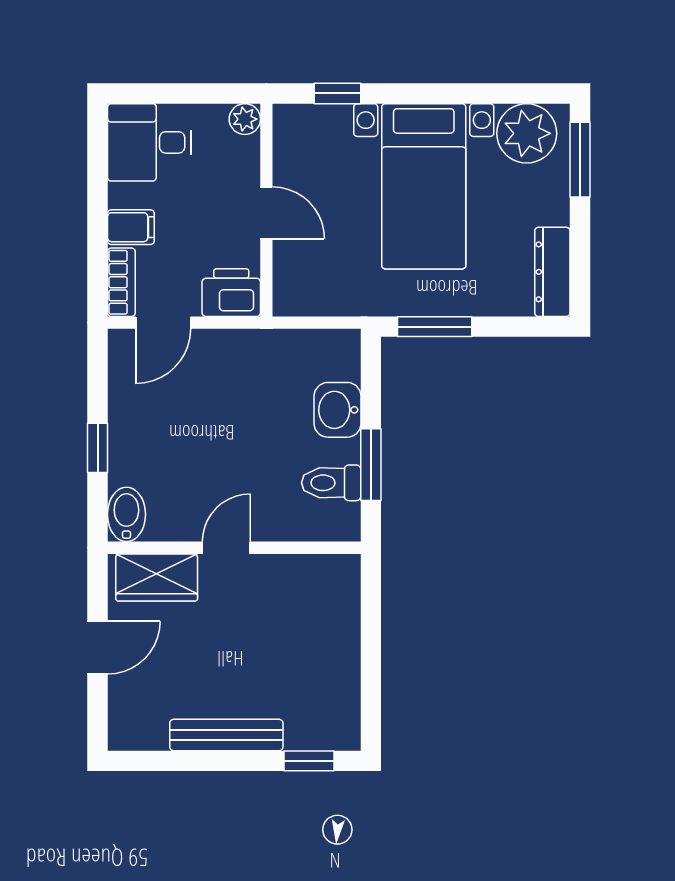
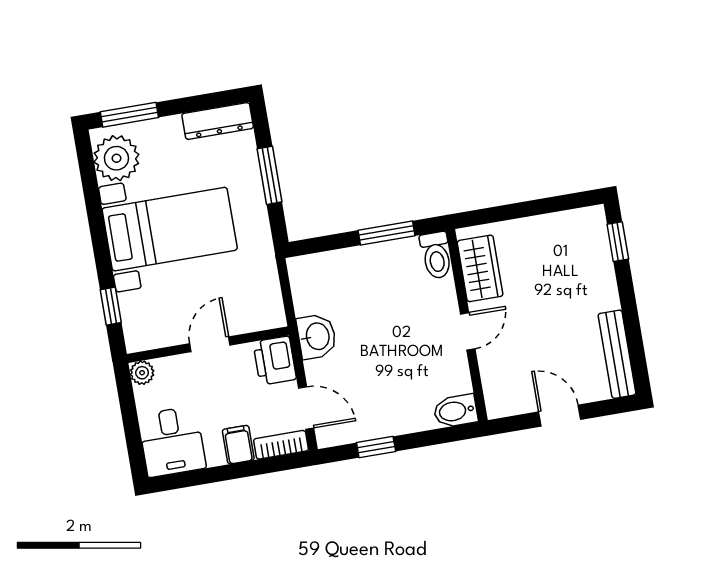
window: (435, 327) -> (269, 175), moved
washbasin: (338, 410) -> (317, 336), moved, turned -90
window: (98, 448) -> (376, 447), moved
toilet: (331, 483) -> (436, 255), moved
door: (226, 548) -> (468, 331), swing flipped
wardrobe: (157, 577) -> (480, 268), moved
bench: (226, 735) -> (617, 354), moved

